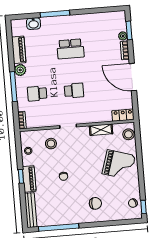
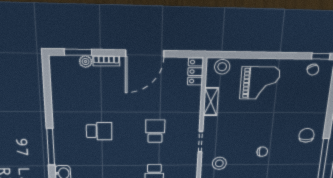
school desk: (70, 49) -> (99, 131), width x0.54
grand piano: (119, 165) -> (260, 83), turned 73
chair: (95, 203) -> (307, 135), moved

